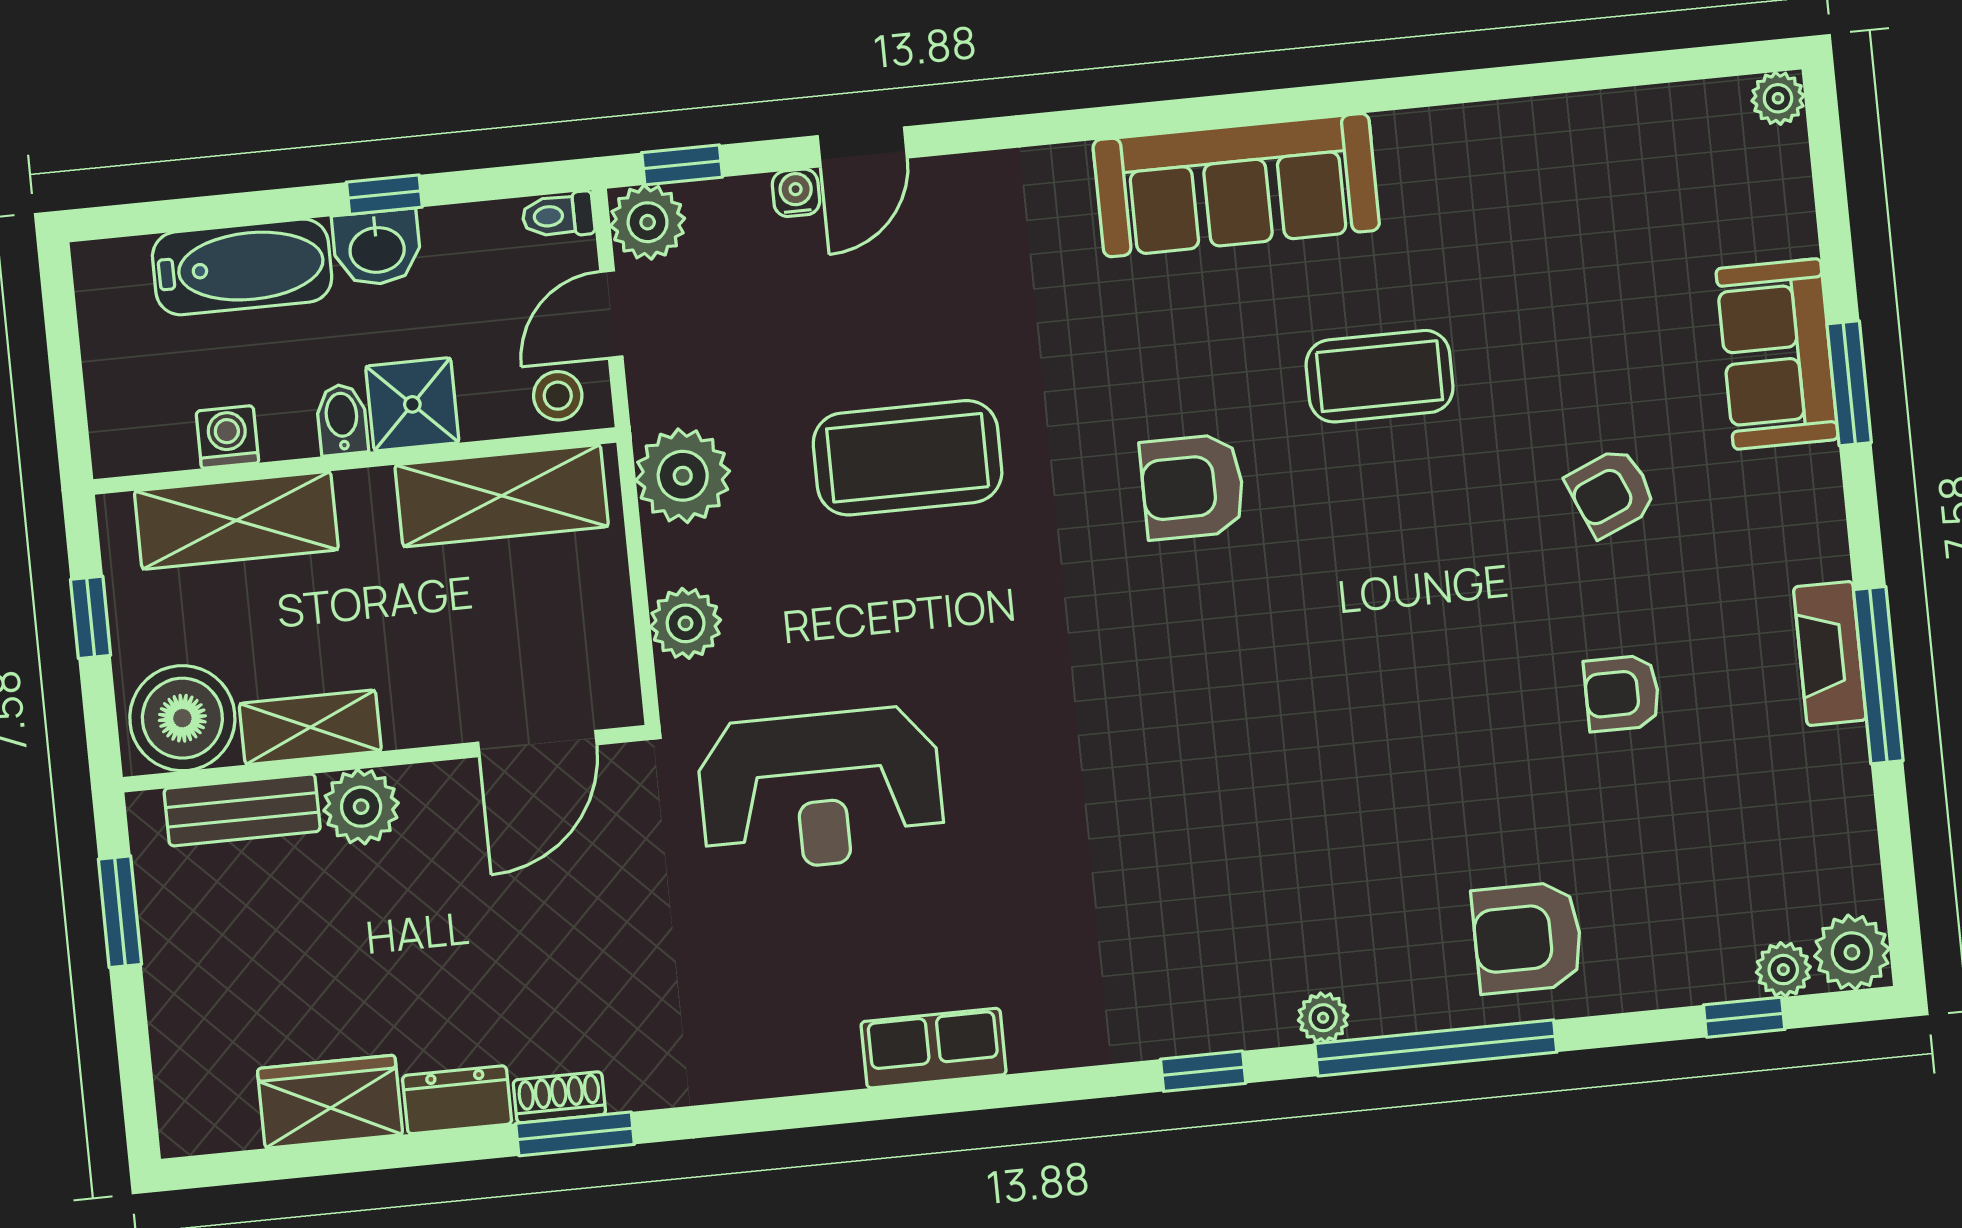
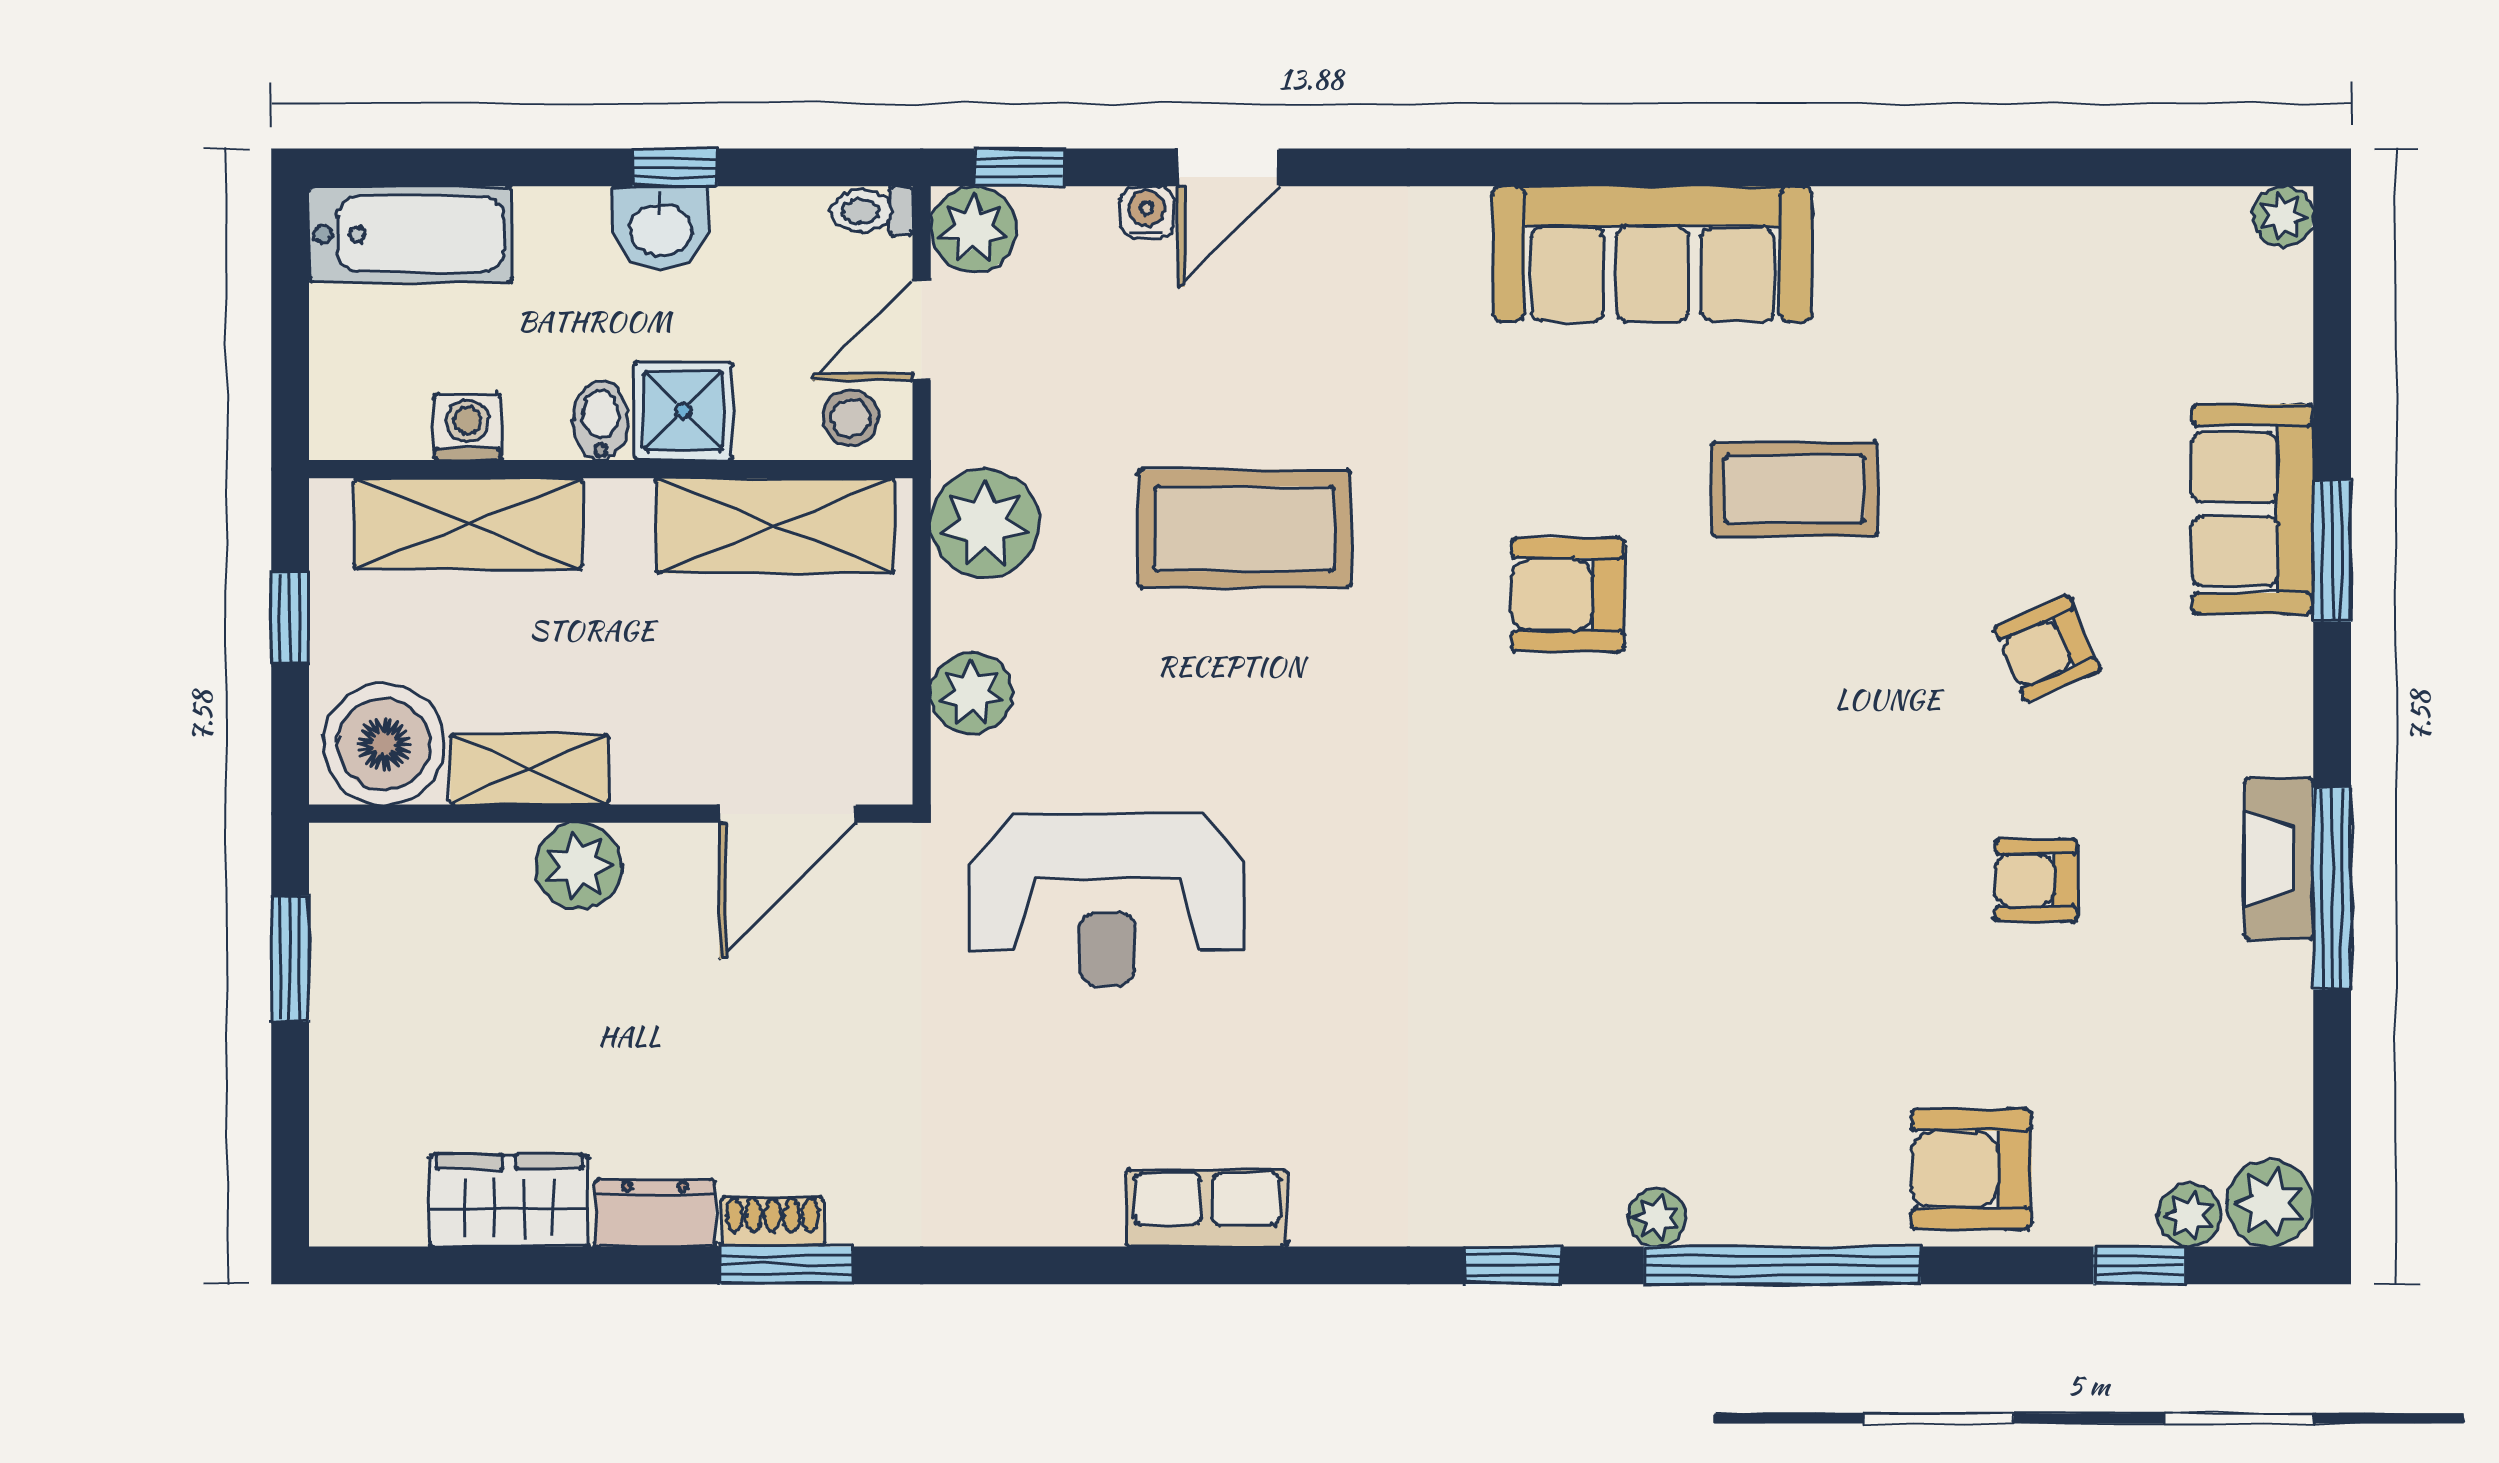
bathtub: (242, 267) -> (411, 234), moved
bench: (242, 810) -> (442, 856), removed
armchair: (1527, 938) -> (1971, 1169), moved

